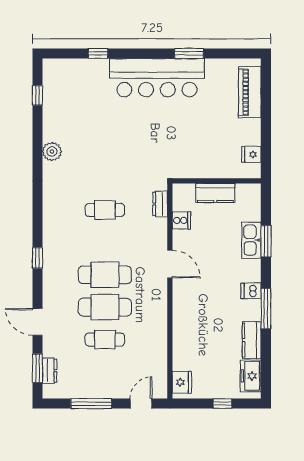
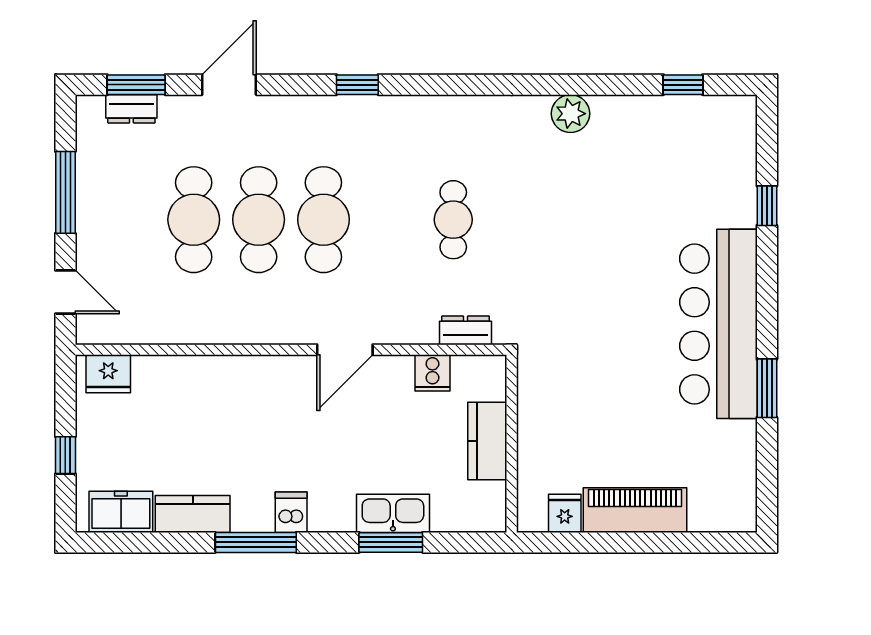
piano: (250, 92) -> (635, 510), moved
cafe table: (105, 340) -> (194, 220), width x1.37, depth x1.35

